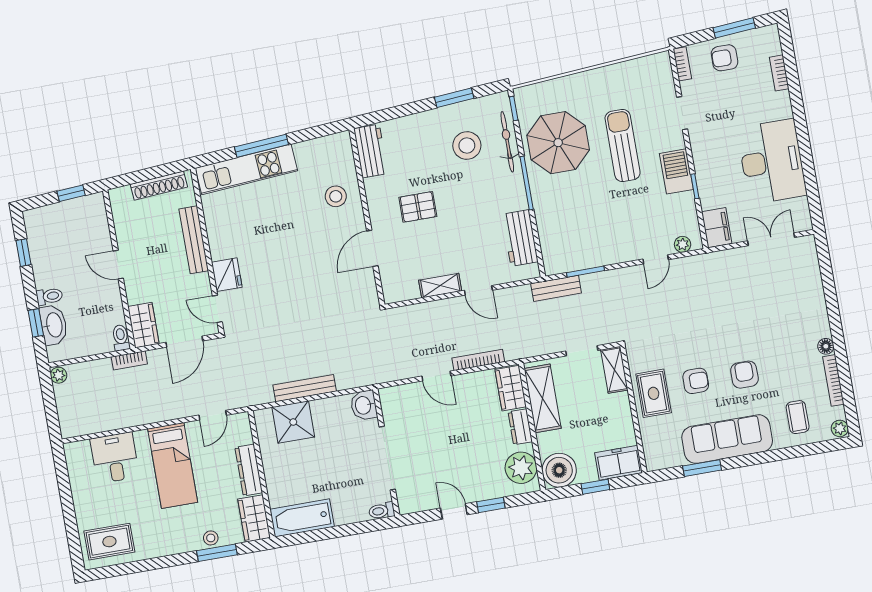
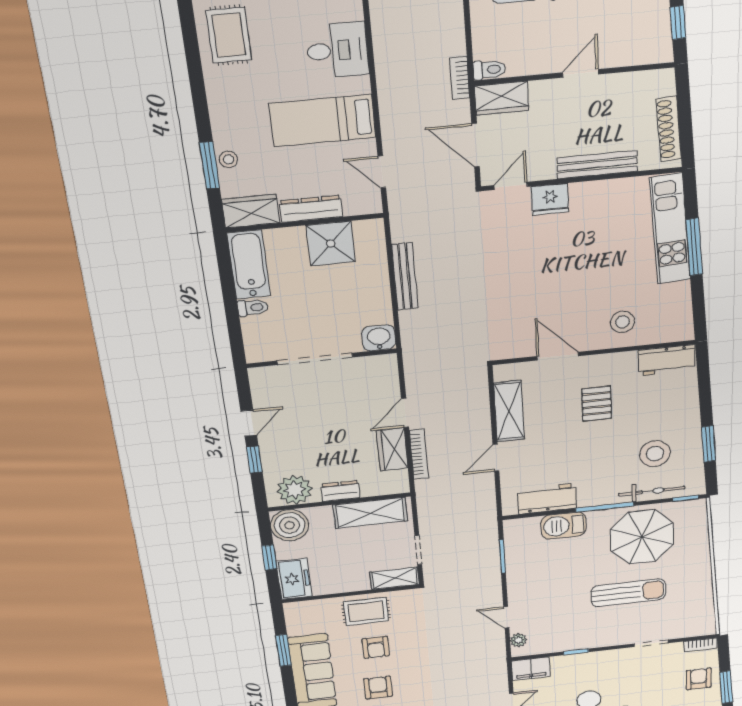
barbecue: (676, 171) -> (564, 526), moved, turned 180
shelving: (440, 286) -> (509, 411), width x1.50, depth x1.33
bench: (556, 288) -> (488, 530), removed
armchair: (744, 375) -> (378, 688), turned -90
wardrobe: (511, 388) -> (392, 449), moved, turned -90
shower: (293, 422) -> (331, 244), moved
toilet: (382, 511) -> (253, 308), moved, turned 90

